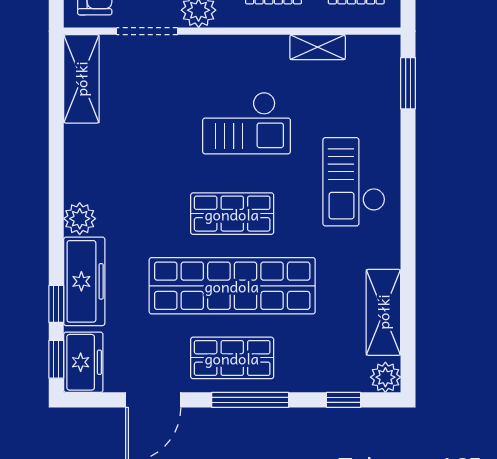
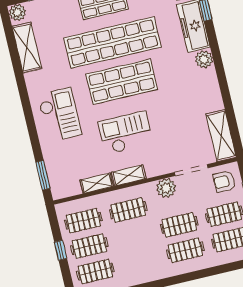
shelving: (259, 48) -> (129, 175), added
shop shelf: (232, 214) -> (122, 82), width x1.43, depth x1.36

